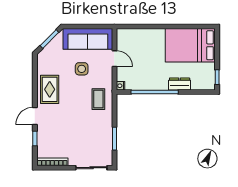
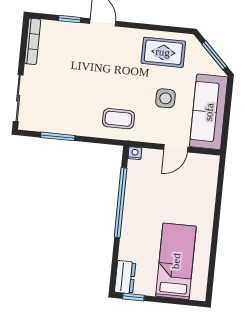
bed: (190, 45) -> (176, 261), width x0.67
dresser: (180, 84) -> (125, 277), moved
rug: (50, 89) -> (163, 52), moved

